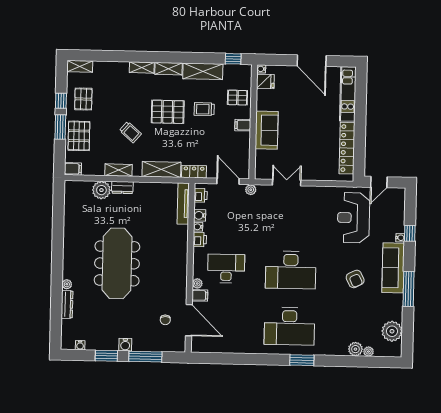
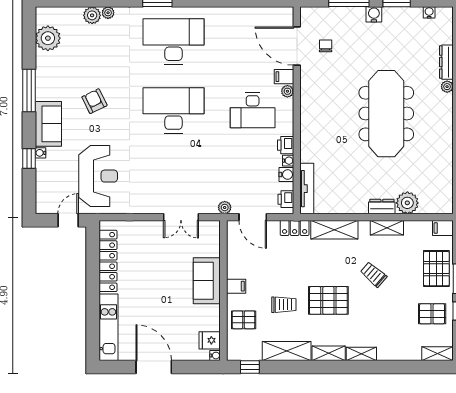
pallet: (83, 99) -> (432, 314), turned 90
sofa: (393, 268) -> (48, 124), width x0.73
plant: (368, 352) -> (108, 13), moved

